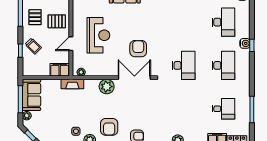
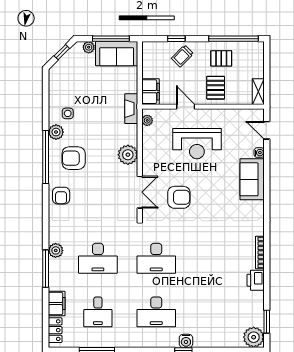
desk: (223, 22) -> (98, 258), moved
double door: (134, 78) -> (140, 192), width x0.73

